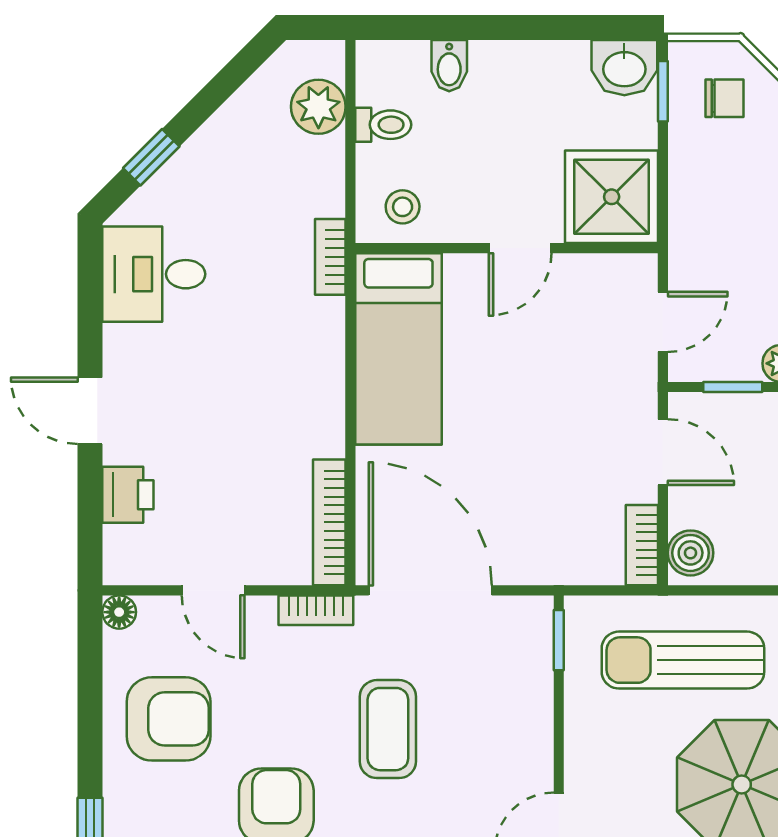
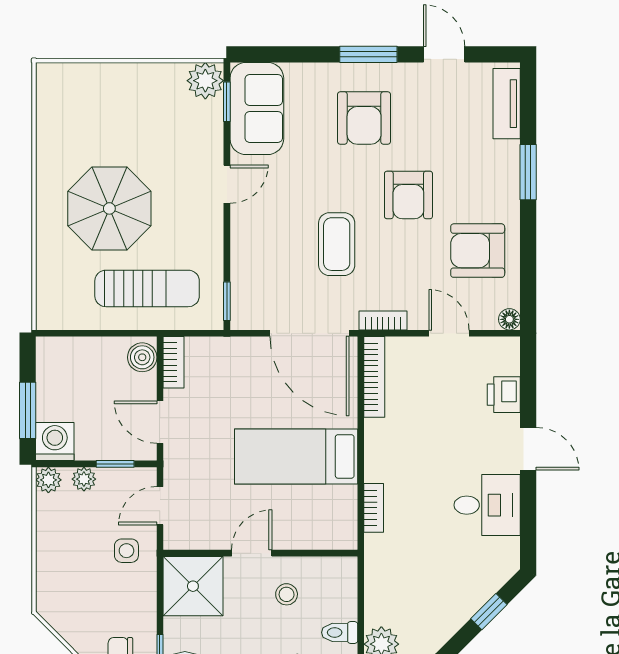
stool: (403, 207) -> (287, 594), moved
side table: (715, 252) -> (126, 551), added
bookcase: (330, 257) -> (374, 508), moved
desk: (154, 274) -> (487, 505), moved
bed: (398, 349) -> (296, 456), moved, turned -90

